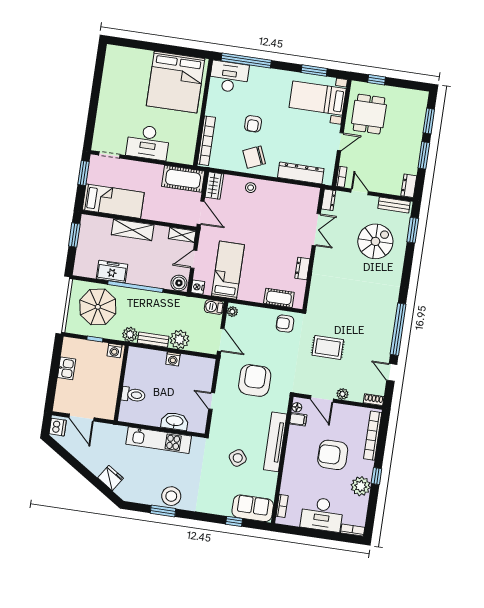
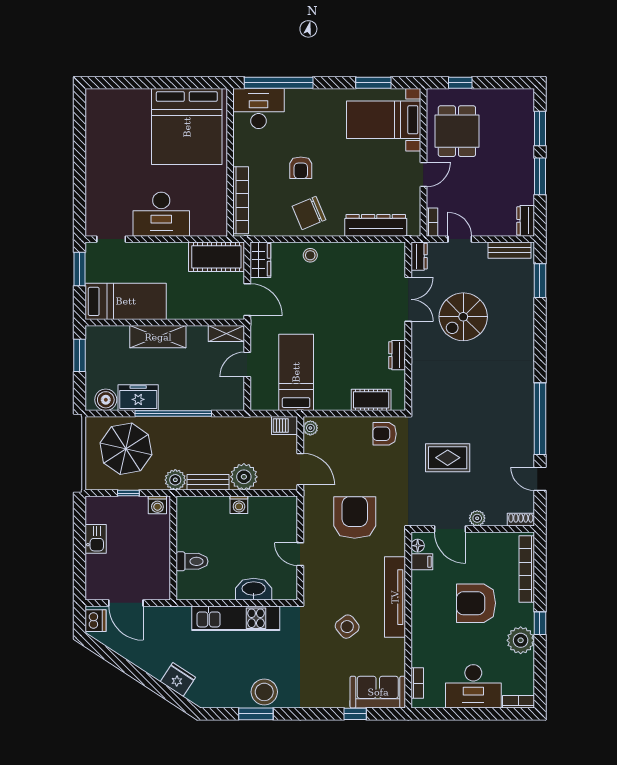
spiral stairs: (375, 241) -> (463, 317), moved, turned 180
boiler: (179, 283) -> (106, 400), moved
nightstand: (198, 287) -> (258, 402), removed

